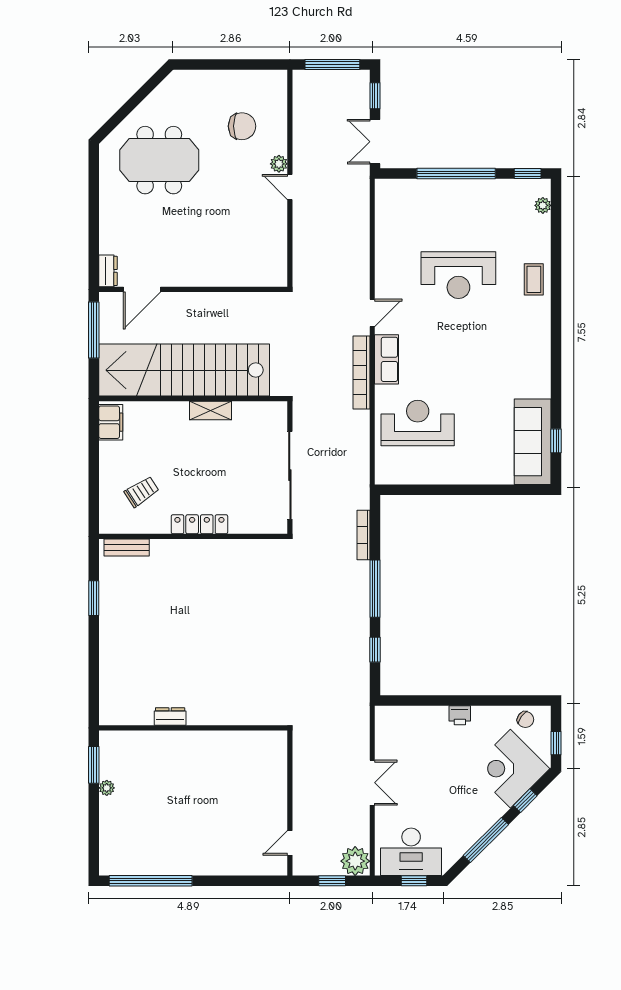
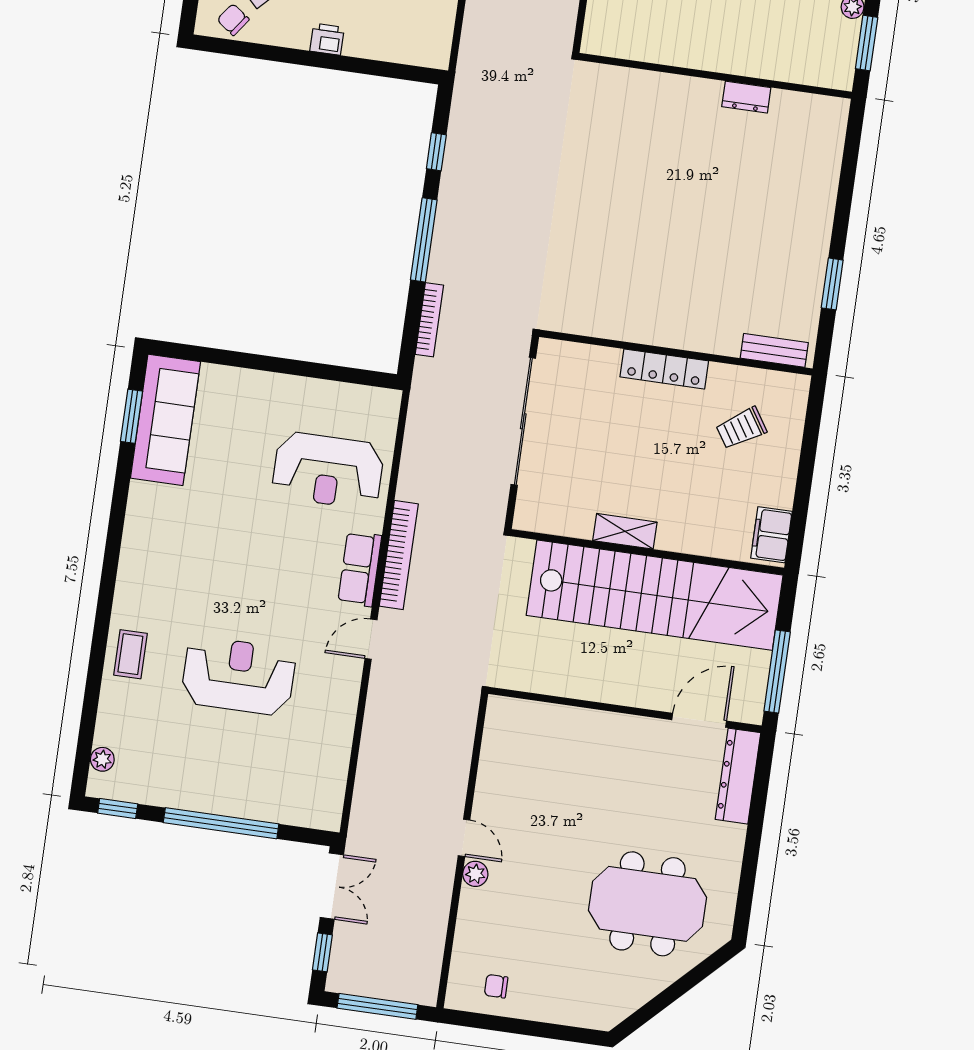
chair: (242, 126) -> (496, 986), moved, width x0.54, depth x0.54
dresser: (108, 271) -> (738, 776), width x1.96, depth x1.24
window: (556, 441) -> (132, 416), width x1.50

